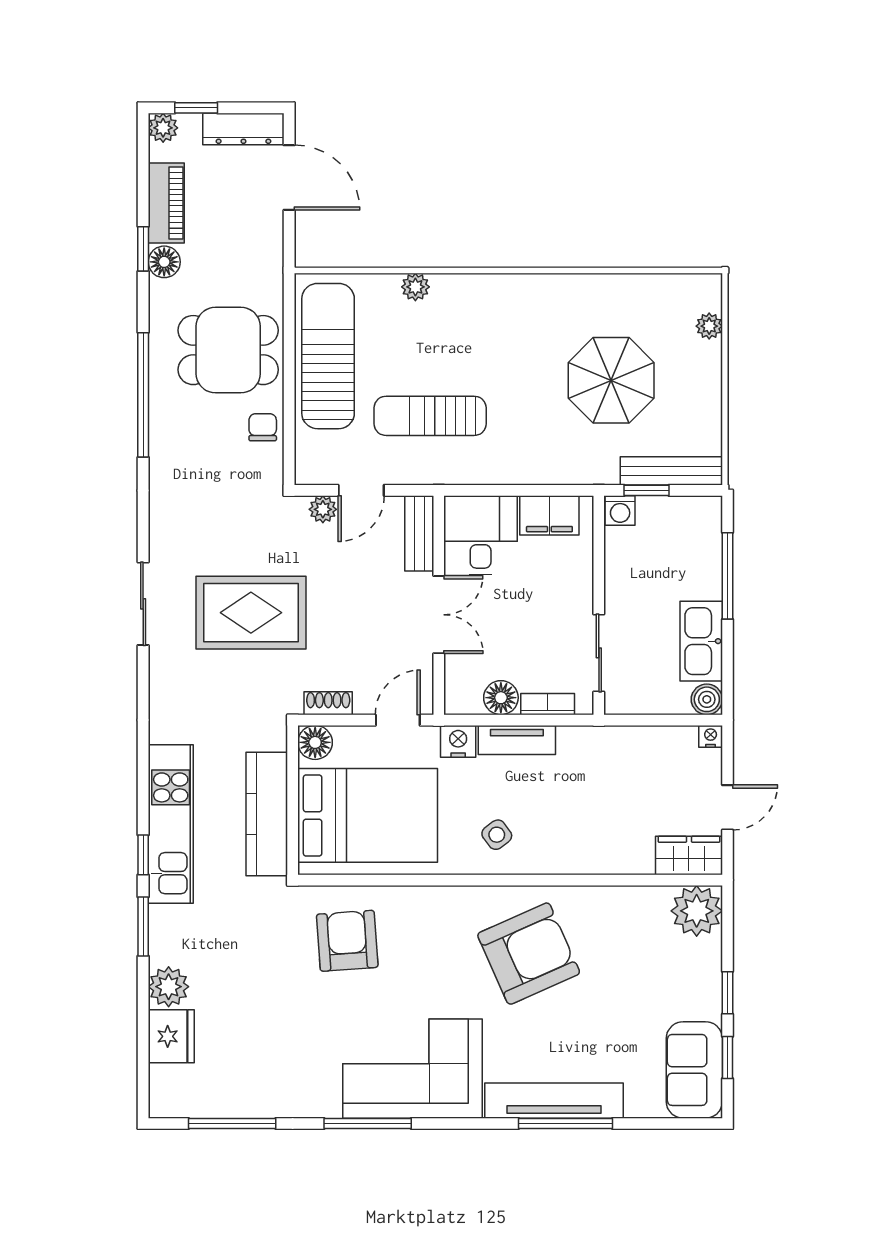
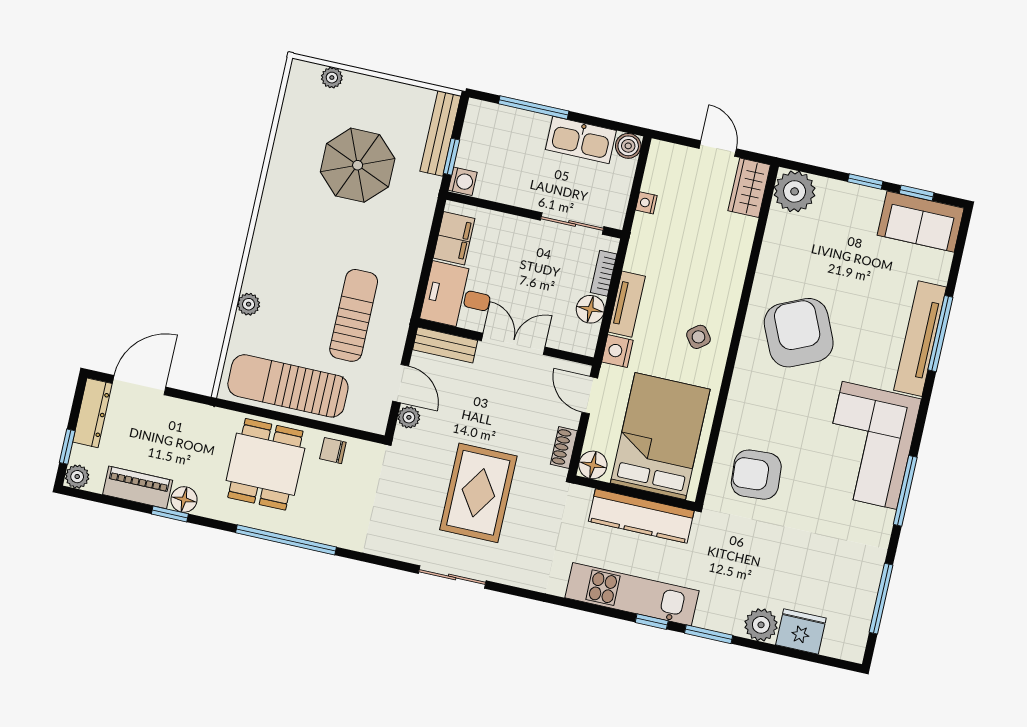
sun lounger: (430, 416) -> (354, 315), turned 180
nightstand: (711, 736) -> (646, 203), moved

